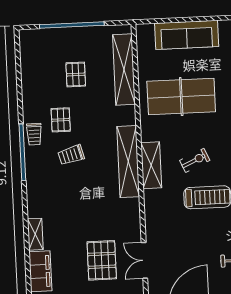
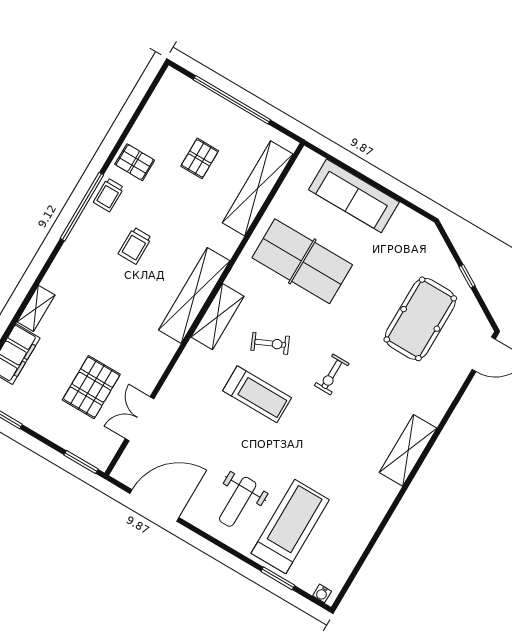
pallet: (61, 120) -> (135, 162), moved, turned 90
trolley: (71, 155) -> (135, 246), turned -75

